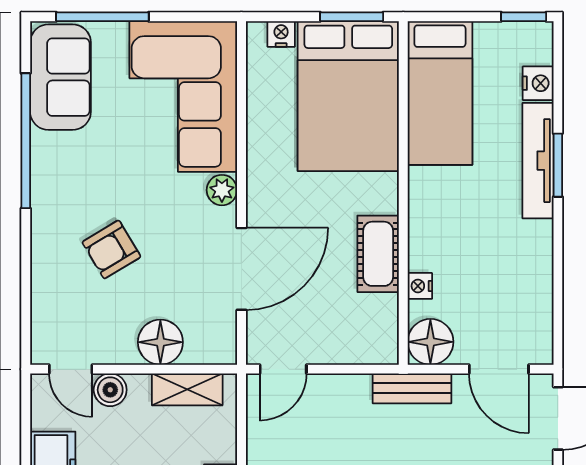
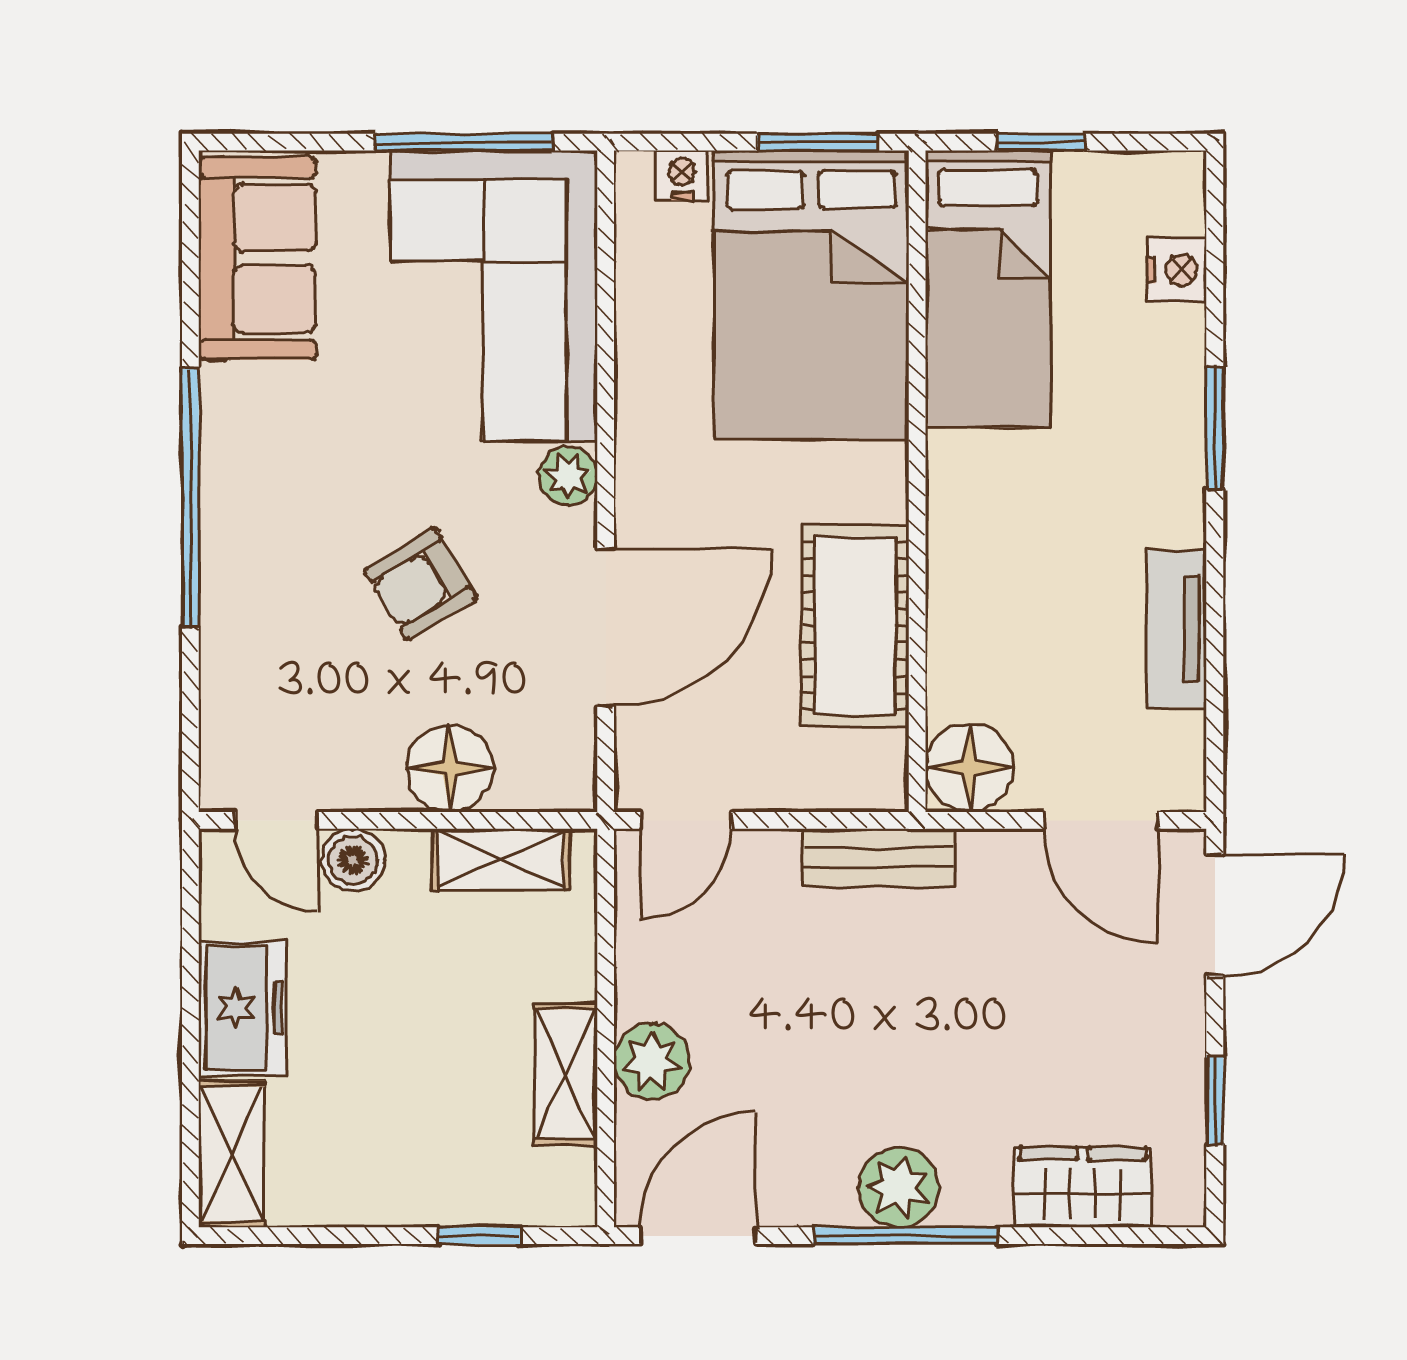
window: (102, 17) -> (464, 142), moved
window: (524, 17) -> (1041, 142), moved
window: (26, 141) -> (190, 497), moved
tv unit: (538, 161) -> (1176, 629), moved, width x0.71
armchair: (111, 249) -> (421, 584), moved
cot: (378, 254) -> (855, 626), width x1.37, depth x1.34
nightstand: (420, 286) -> (949, 660), removed
bench: (412, 388) -> (878, 858), moved

